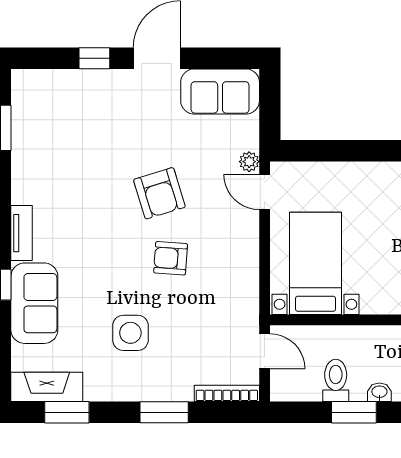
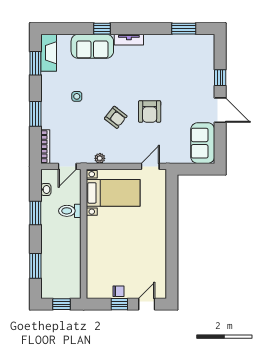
plant: (249, 162) -> (100, 158), moved
armchair: (159, 193) -> (150, 112), turned -73
armchair: (171, 258) -> (116, 117), turned 124
side table: (130, 333) -> (77, 96), width x0.54, depth x0.54
toilet: (336, 380) -> (70, 211), moved, turned 180
washbasin: (379, 392) -> (46, 190), moved

